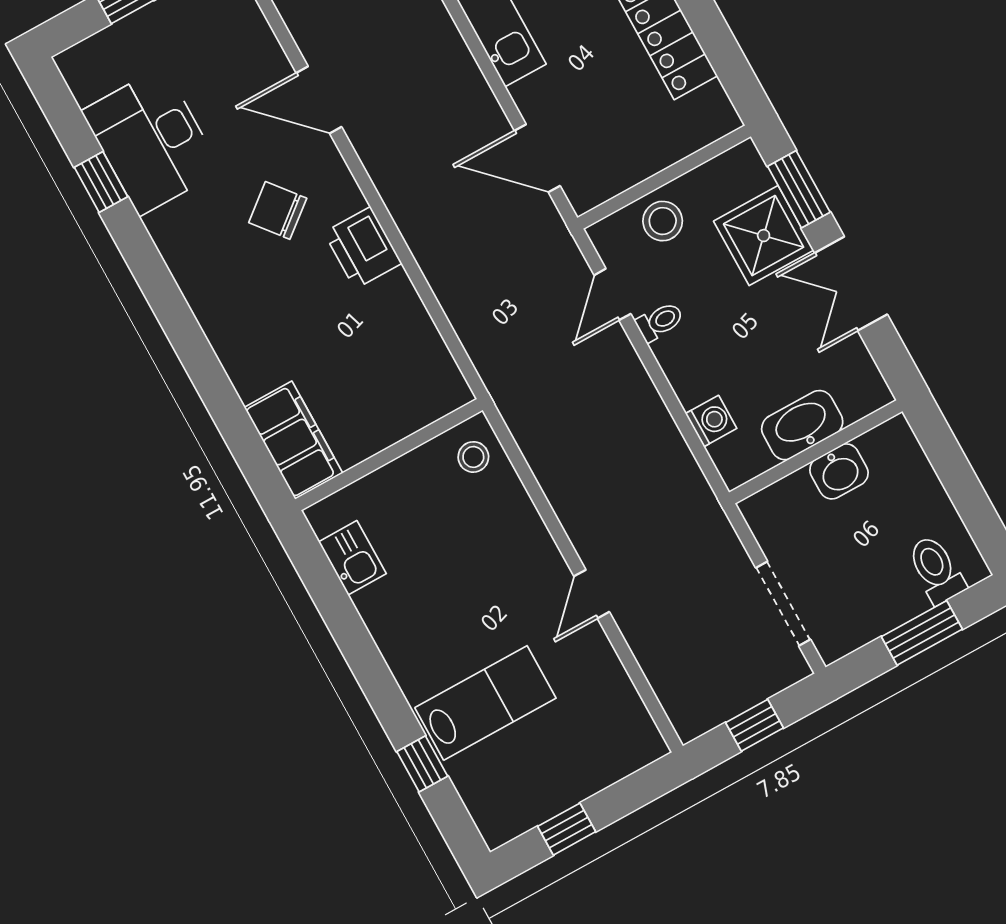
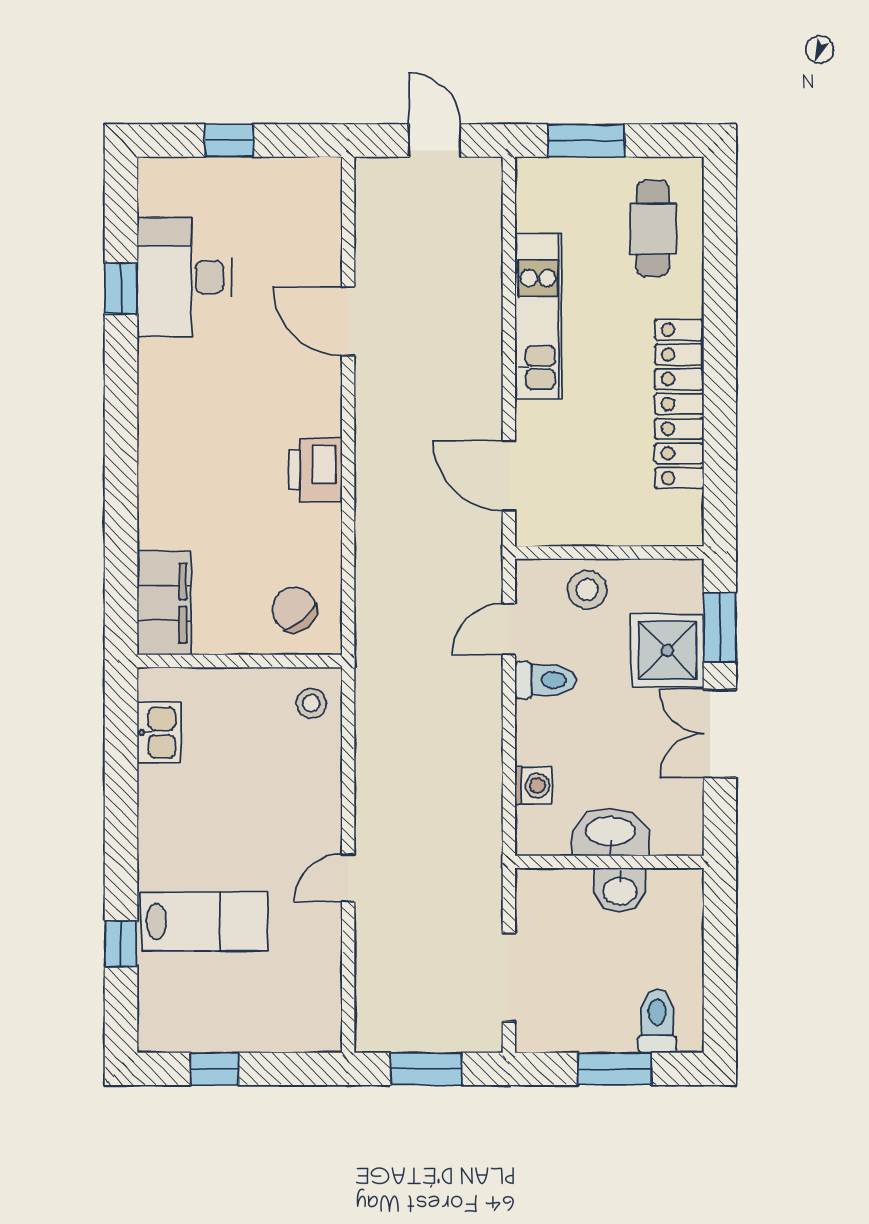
chair: (278, 210) -> (294, 609), moved
toilet: (660, 322) -> (545, 680), width x1.37, depth x1.39
window: (755, 725) -> (426, 1069), width x1.50

